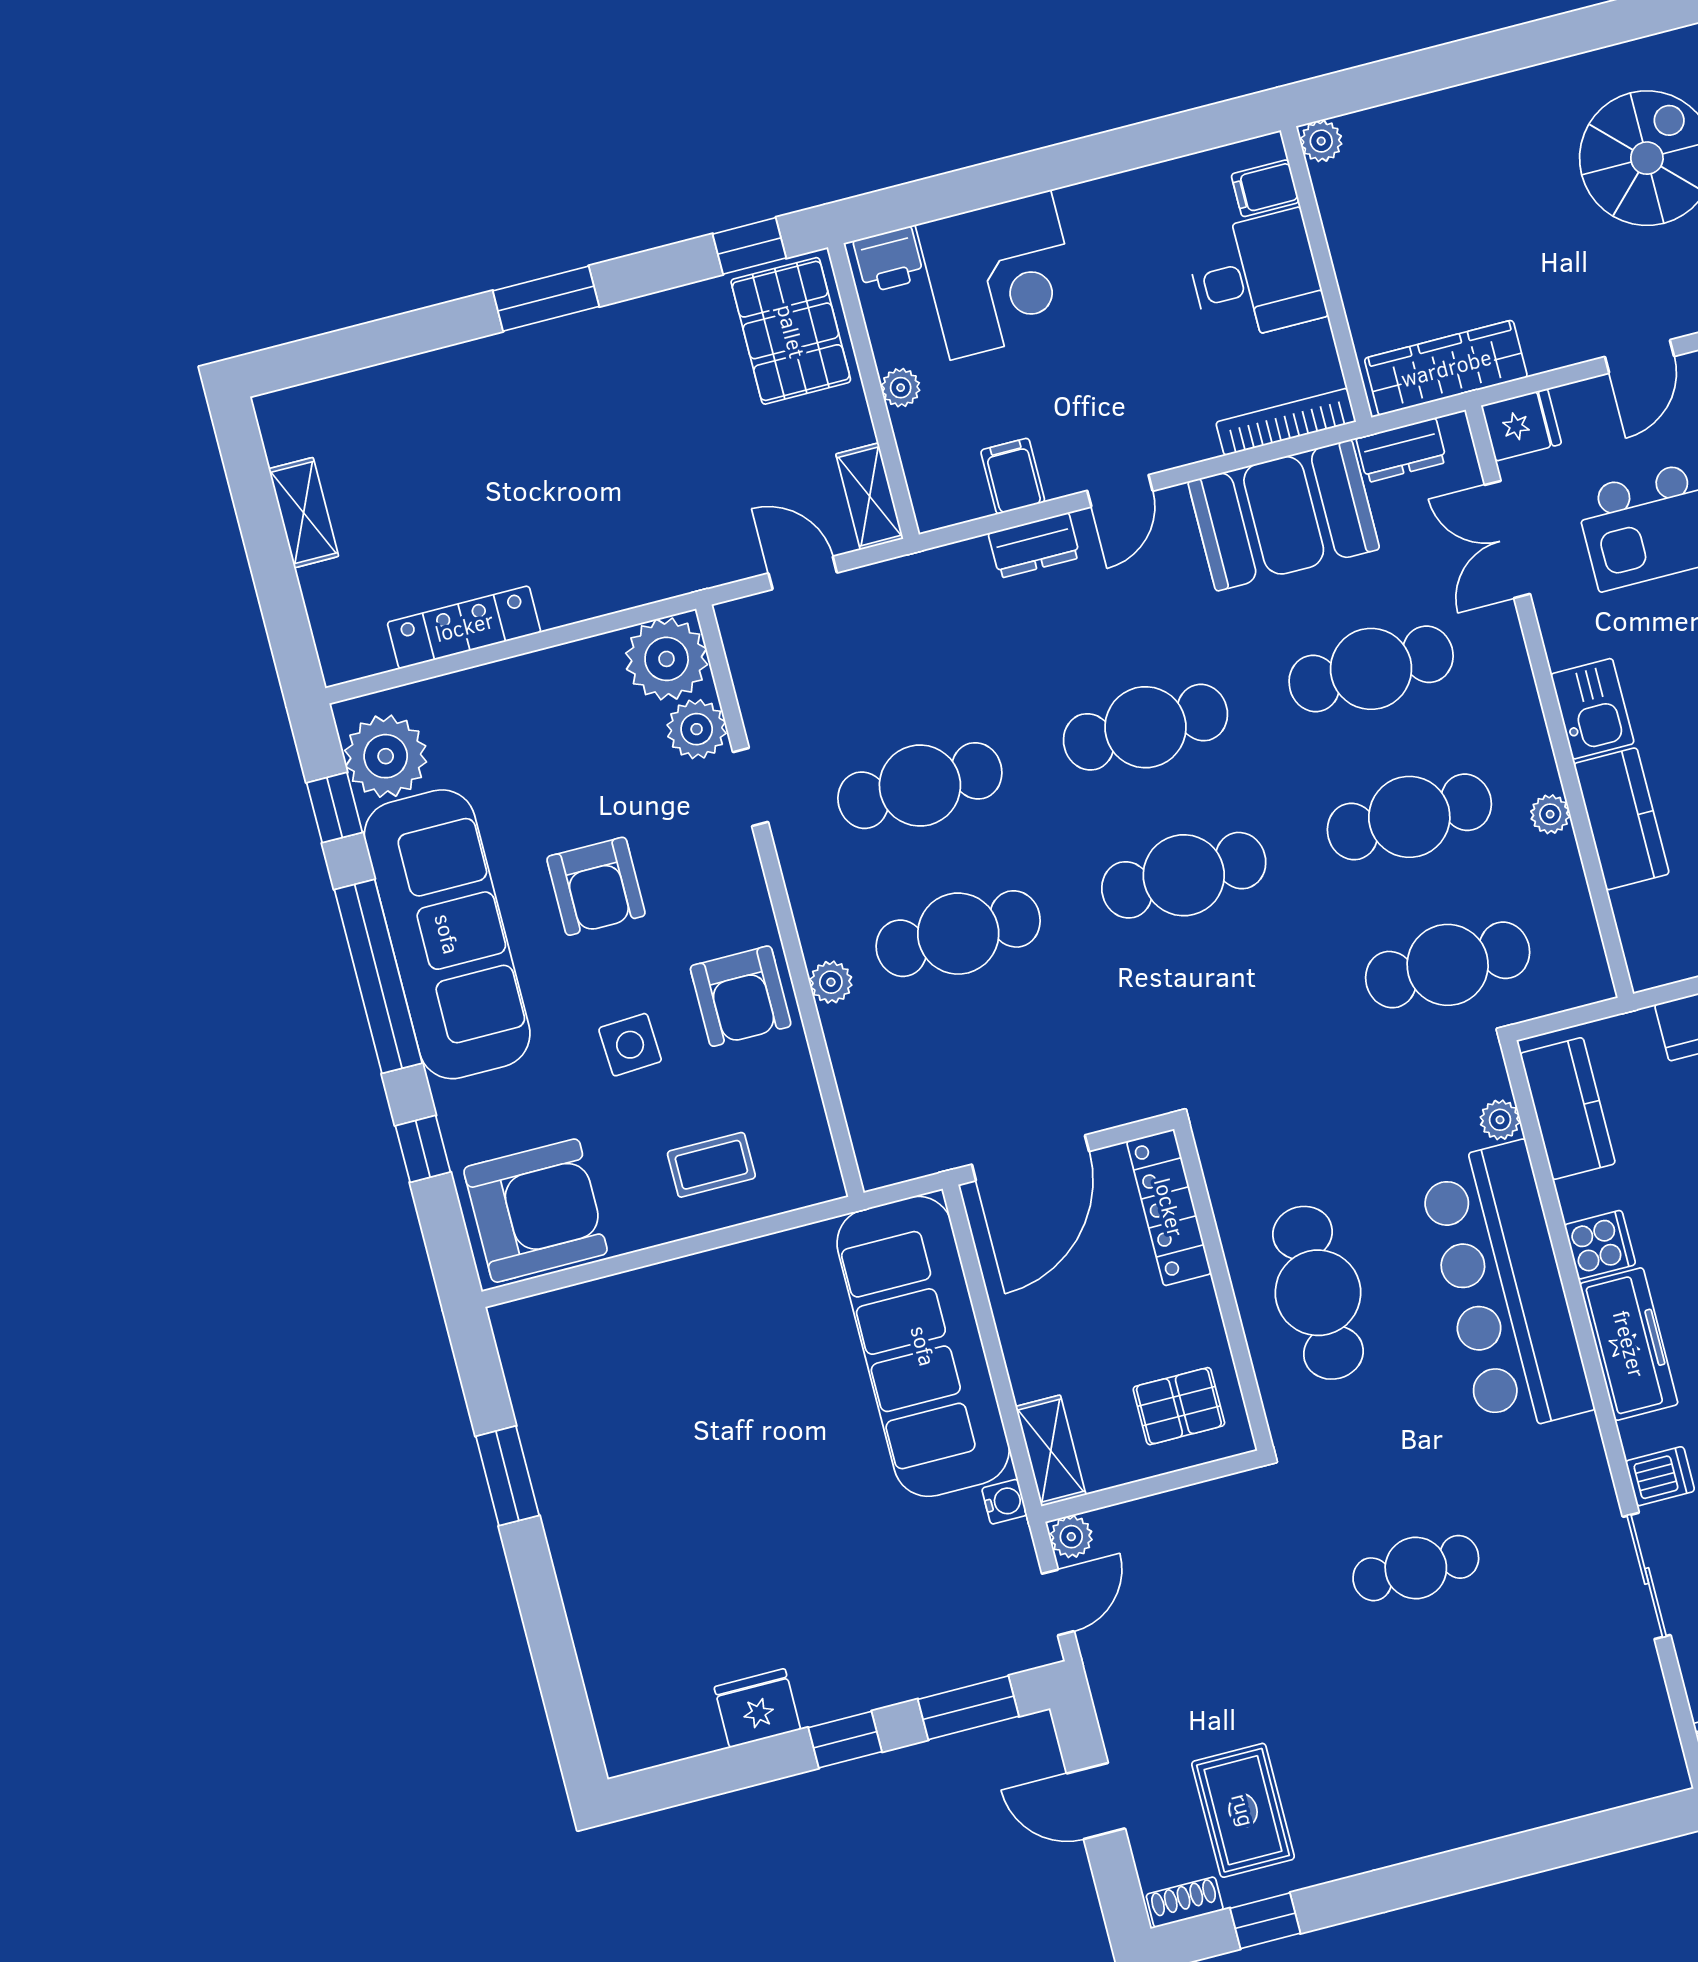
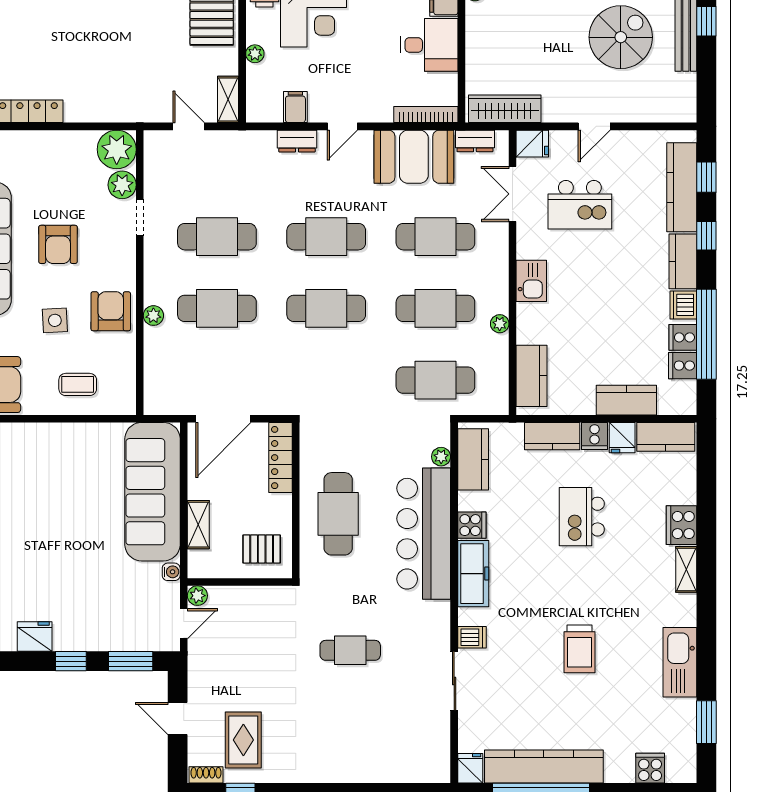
kitchen counter: (1621, 819) -> (532, 376), moved
armchair: (741, 996) -> (111, 311), turned 180
shelving: (1051, 1451) -> (198, 525), moved

